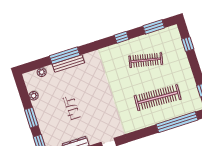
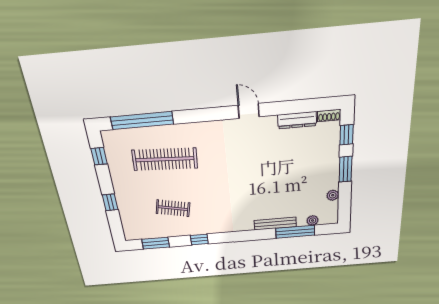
window: (188, 44) -> (110, 202), moved
window: (65, 56) -> (295, 232), moved
clothes rail: (146, 60) -> (173, 208), width x0.73

